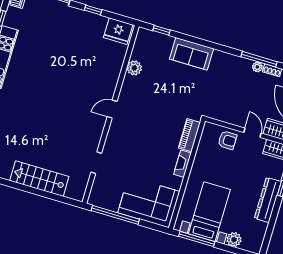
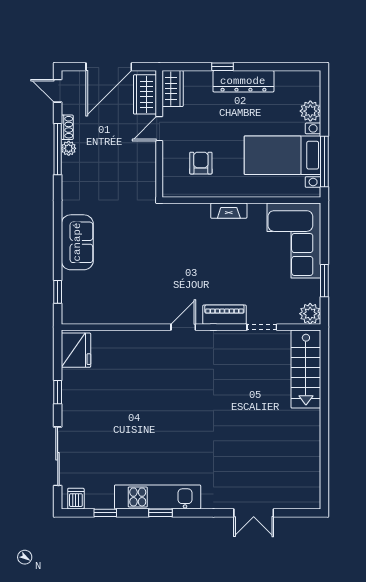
plant: (134, 68) -> (310, 314), moved
door: (112, 109) -> (183, 327), swing flipped
piano: (189, 135) -> (224, 315), moved, turned 180
armchair: (227, 140) -> (201, 163), moved
stairs: (39, 179) -> (306, 369), moved
window: (115, 215) -> (324, 281), width x0.47

